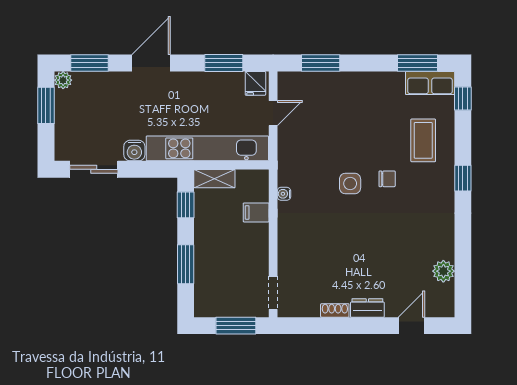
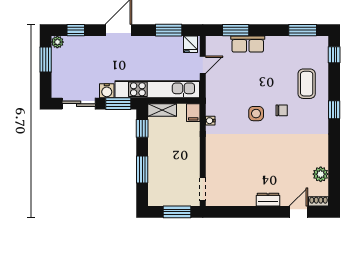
window: (90, 63) -> (76, 30), width x0.67
row of seats: (430, 83) -> (248, 44), moved
window: (151, 169) -> (118, 104), added
filing cabinet: (256, 212) -> (193, 113), moved, turned -90
shoe rack: (335, 310) -> (319, 201), moved

